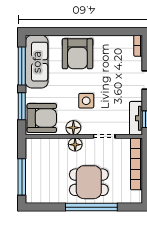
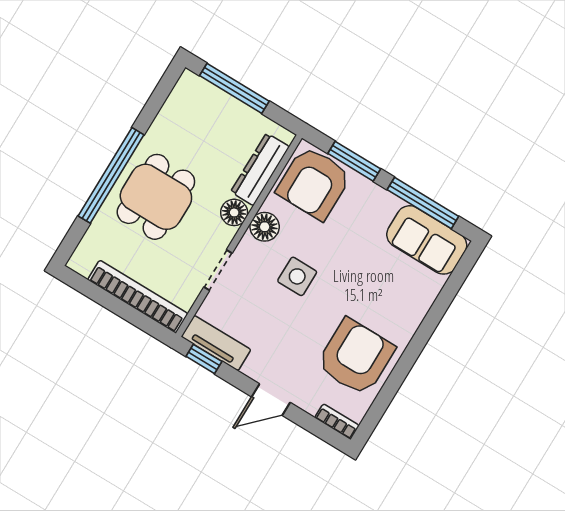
armchair: (77, 54) -> (356, 357), moved, turned 90
sofa: (37, 62) -> (427, 240), width x0.73
dresser: (50, 145) -> (260, 169), added

